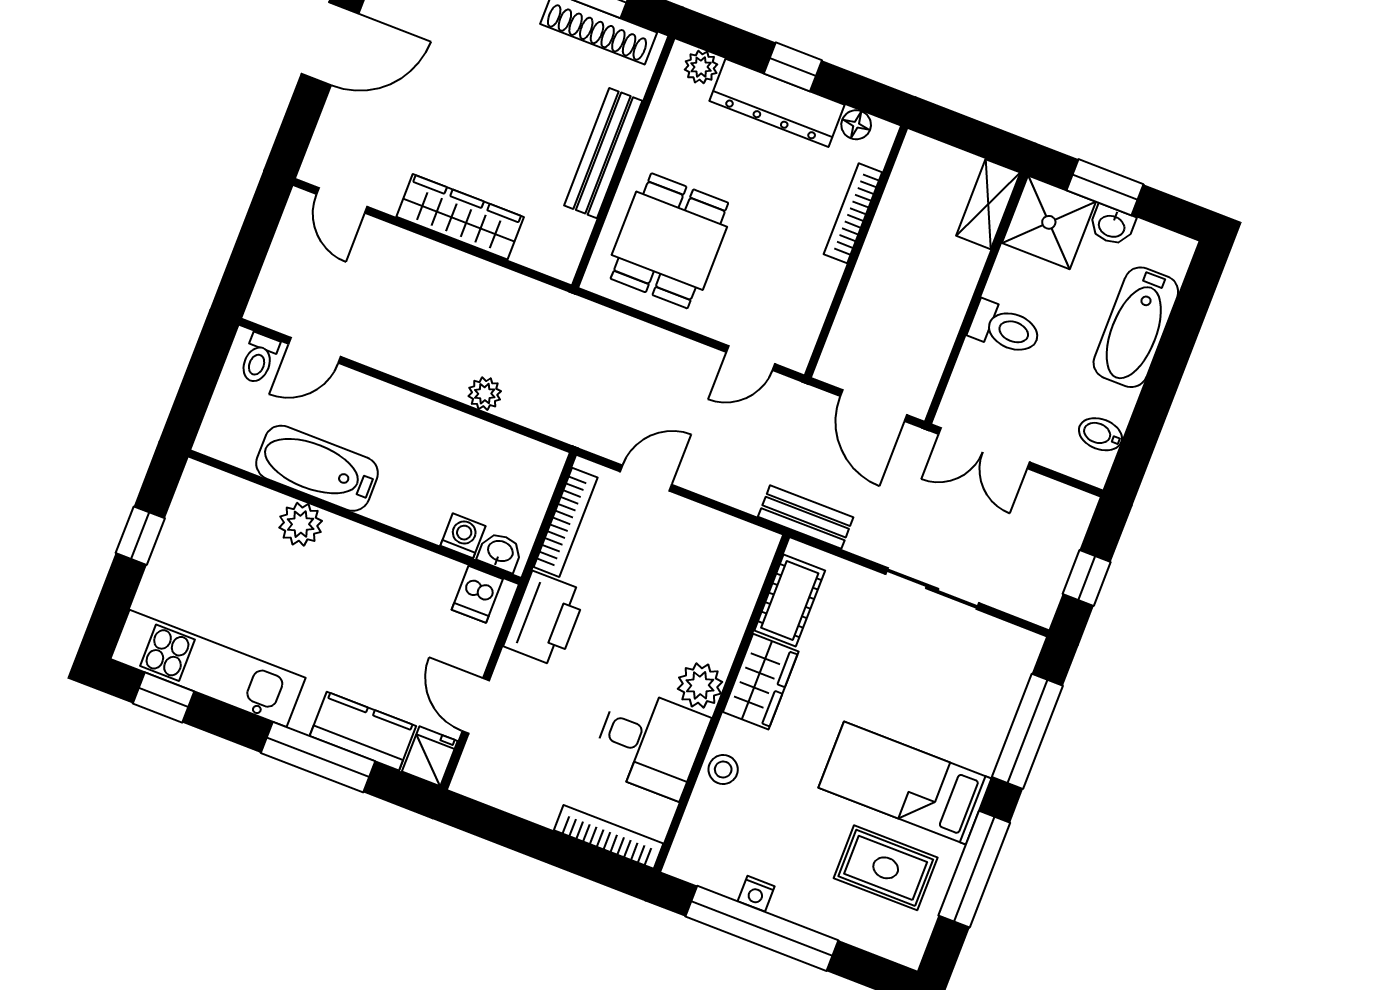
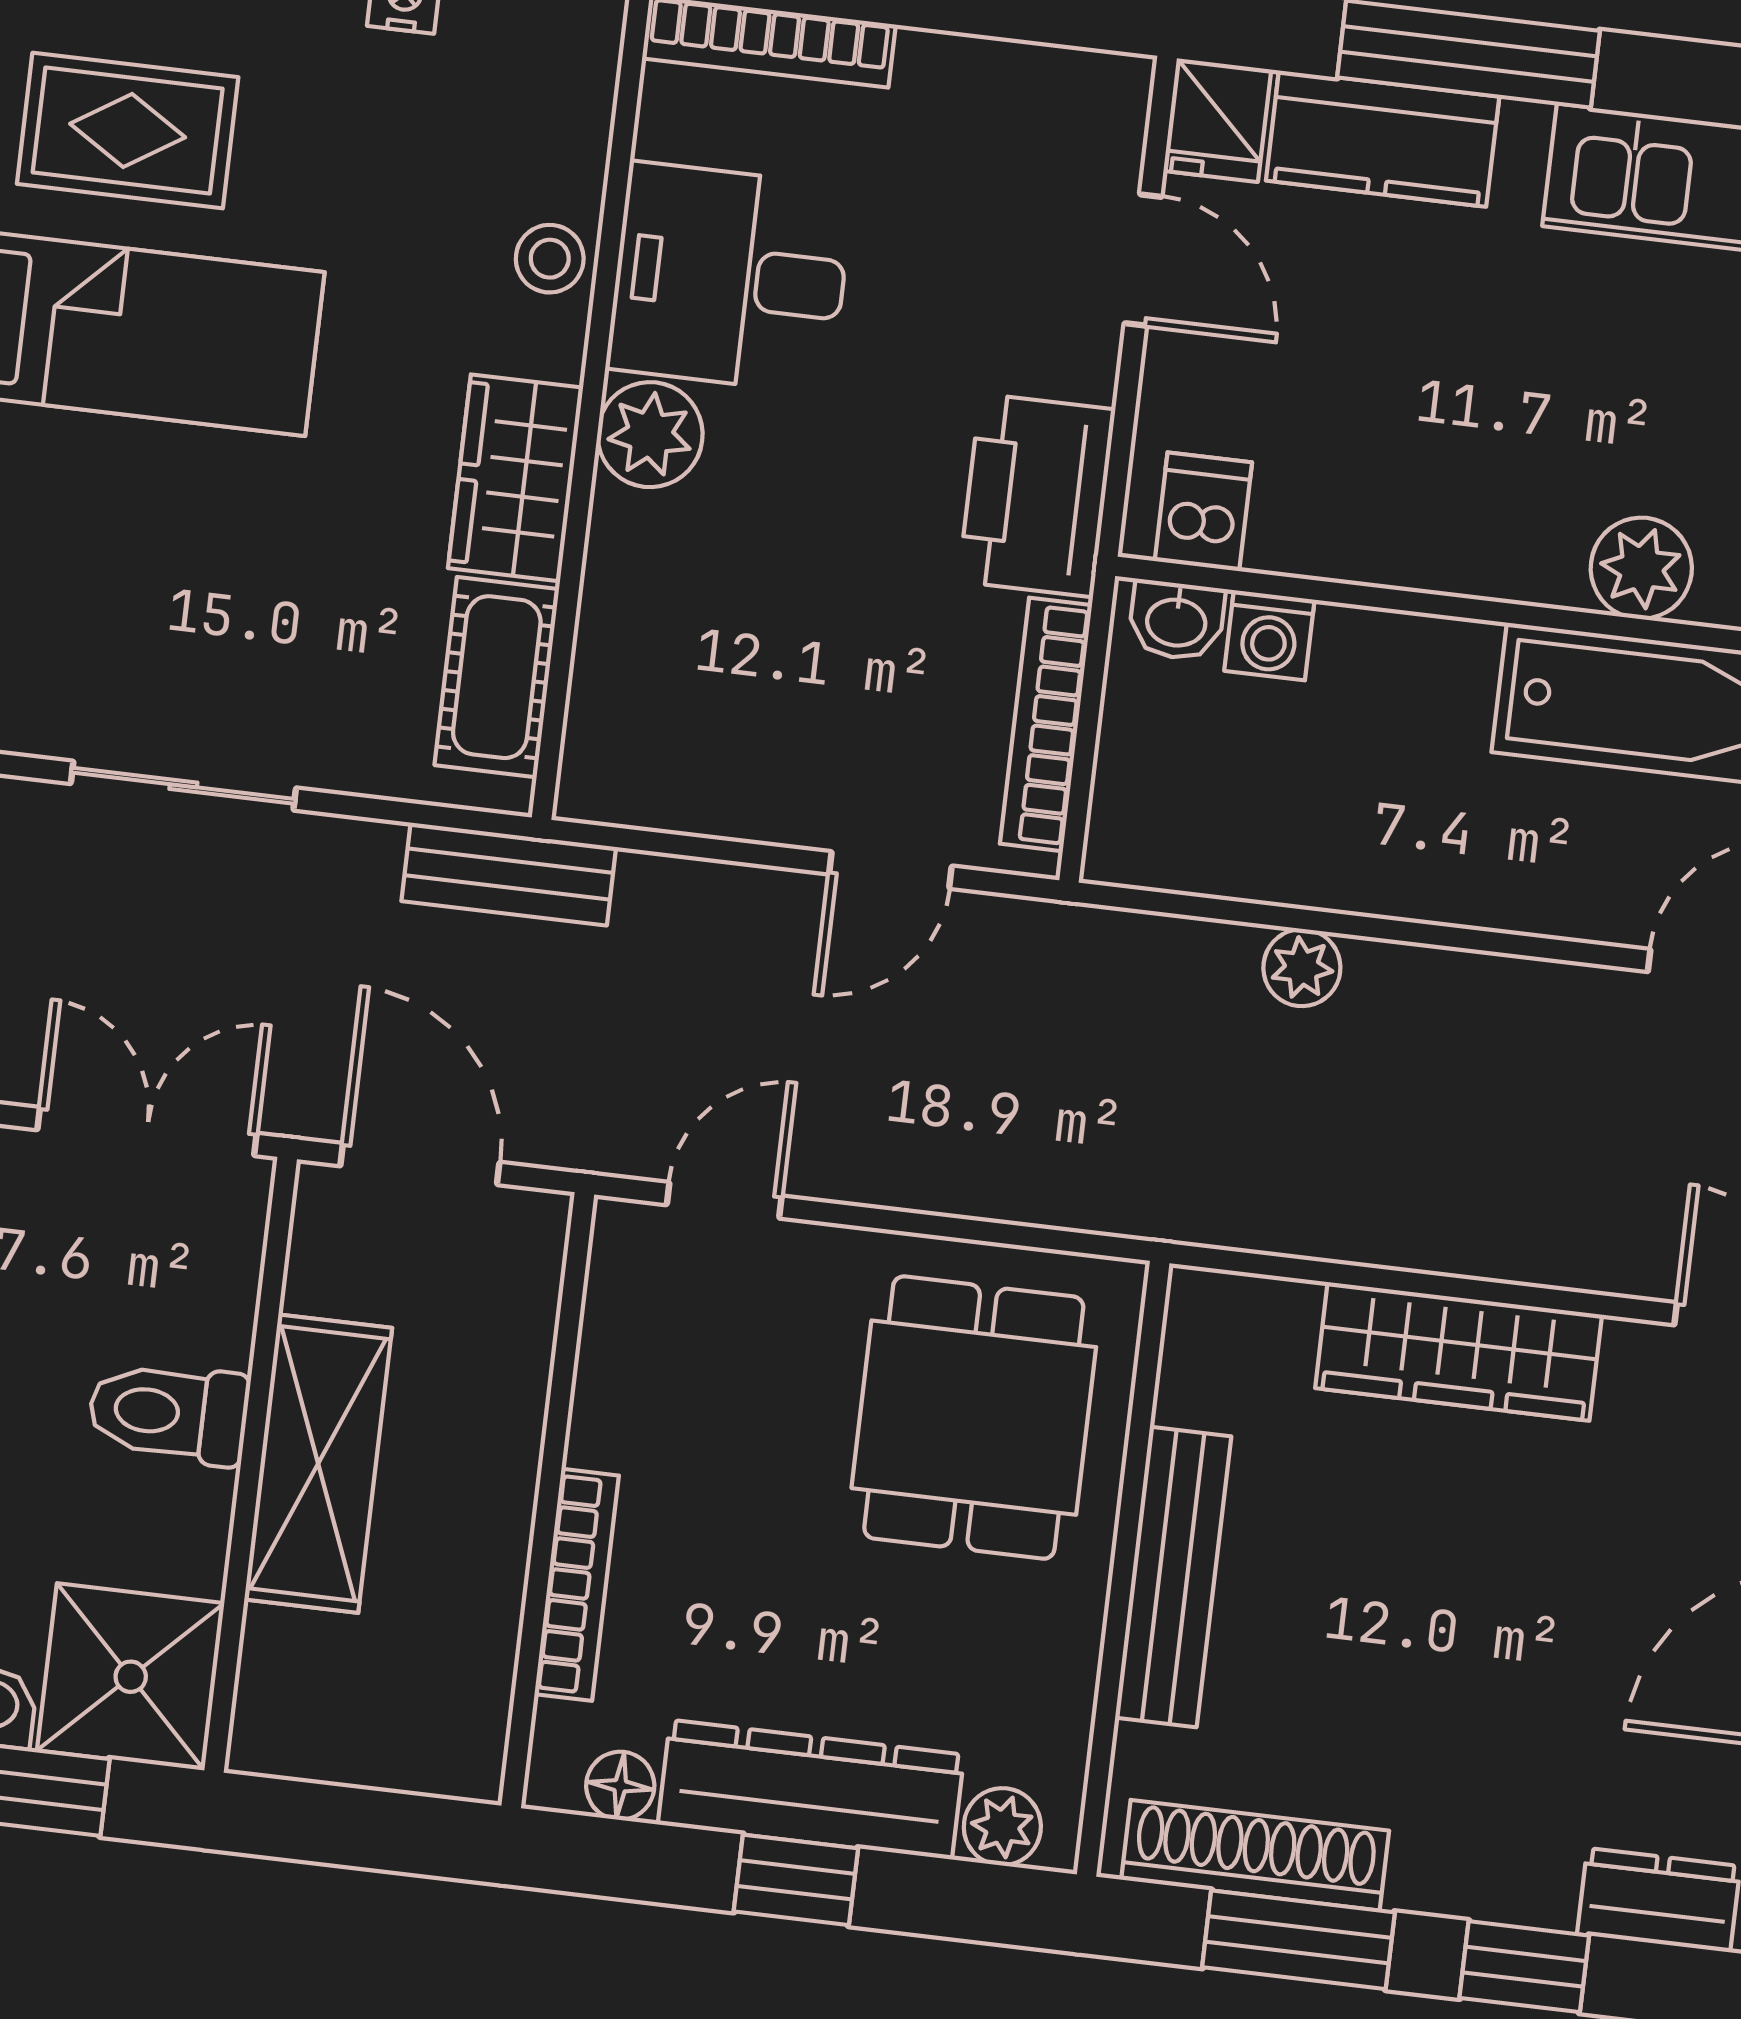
shelving: (988, 204) -> (318, 1464), moved, width x1.50, depth x1.33

